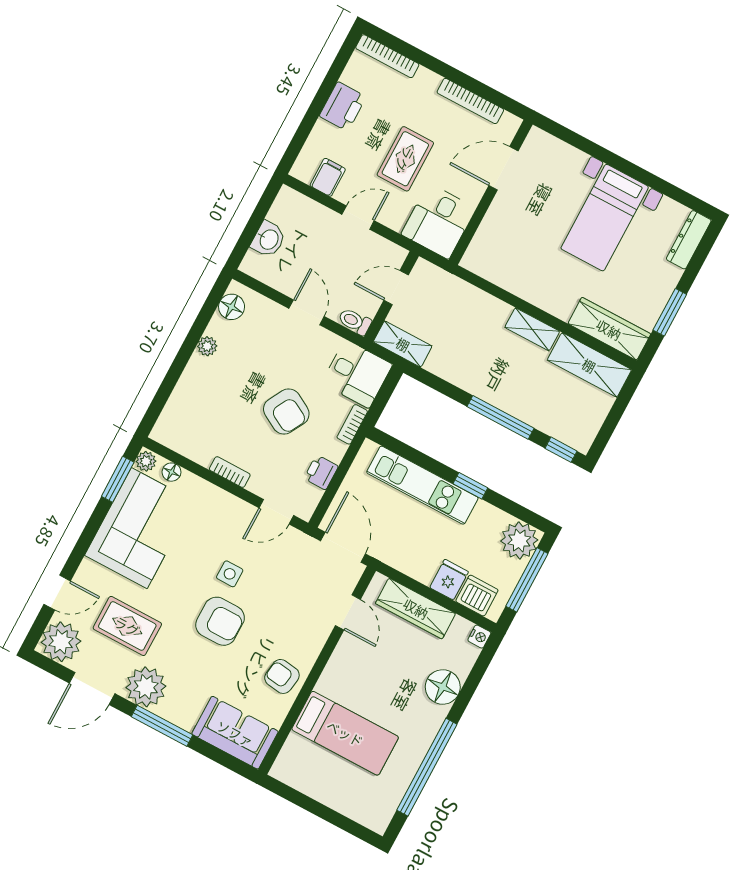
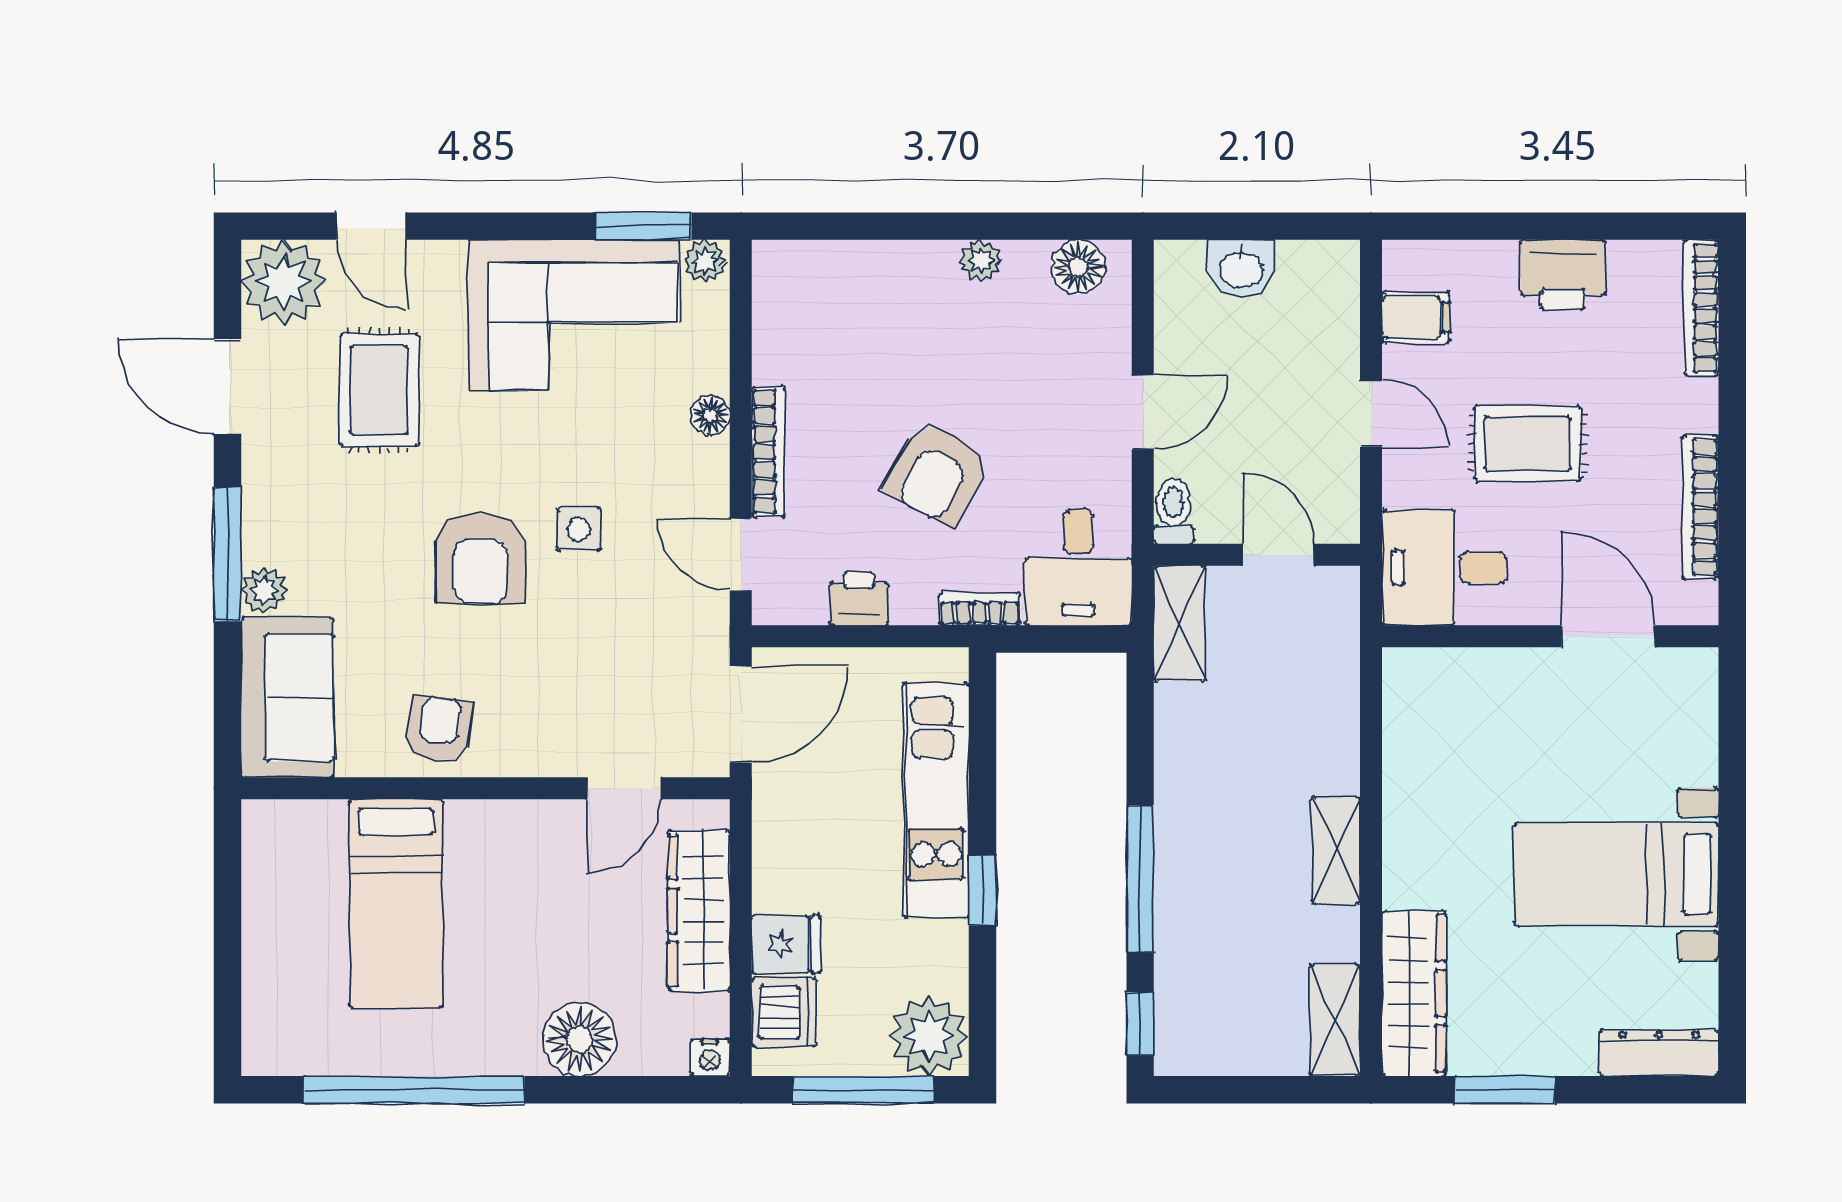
shelving: (589, 365) -> (1335, 1020), width x0.67, depth x0.75
floor lamp: (172, 472) -> (710, 416), moved
bookcase: (230, 472) -> (768, 452), width x1.56
plant: (146, 687) -> (264, 590), moved, width x0.53, depth x0.53

